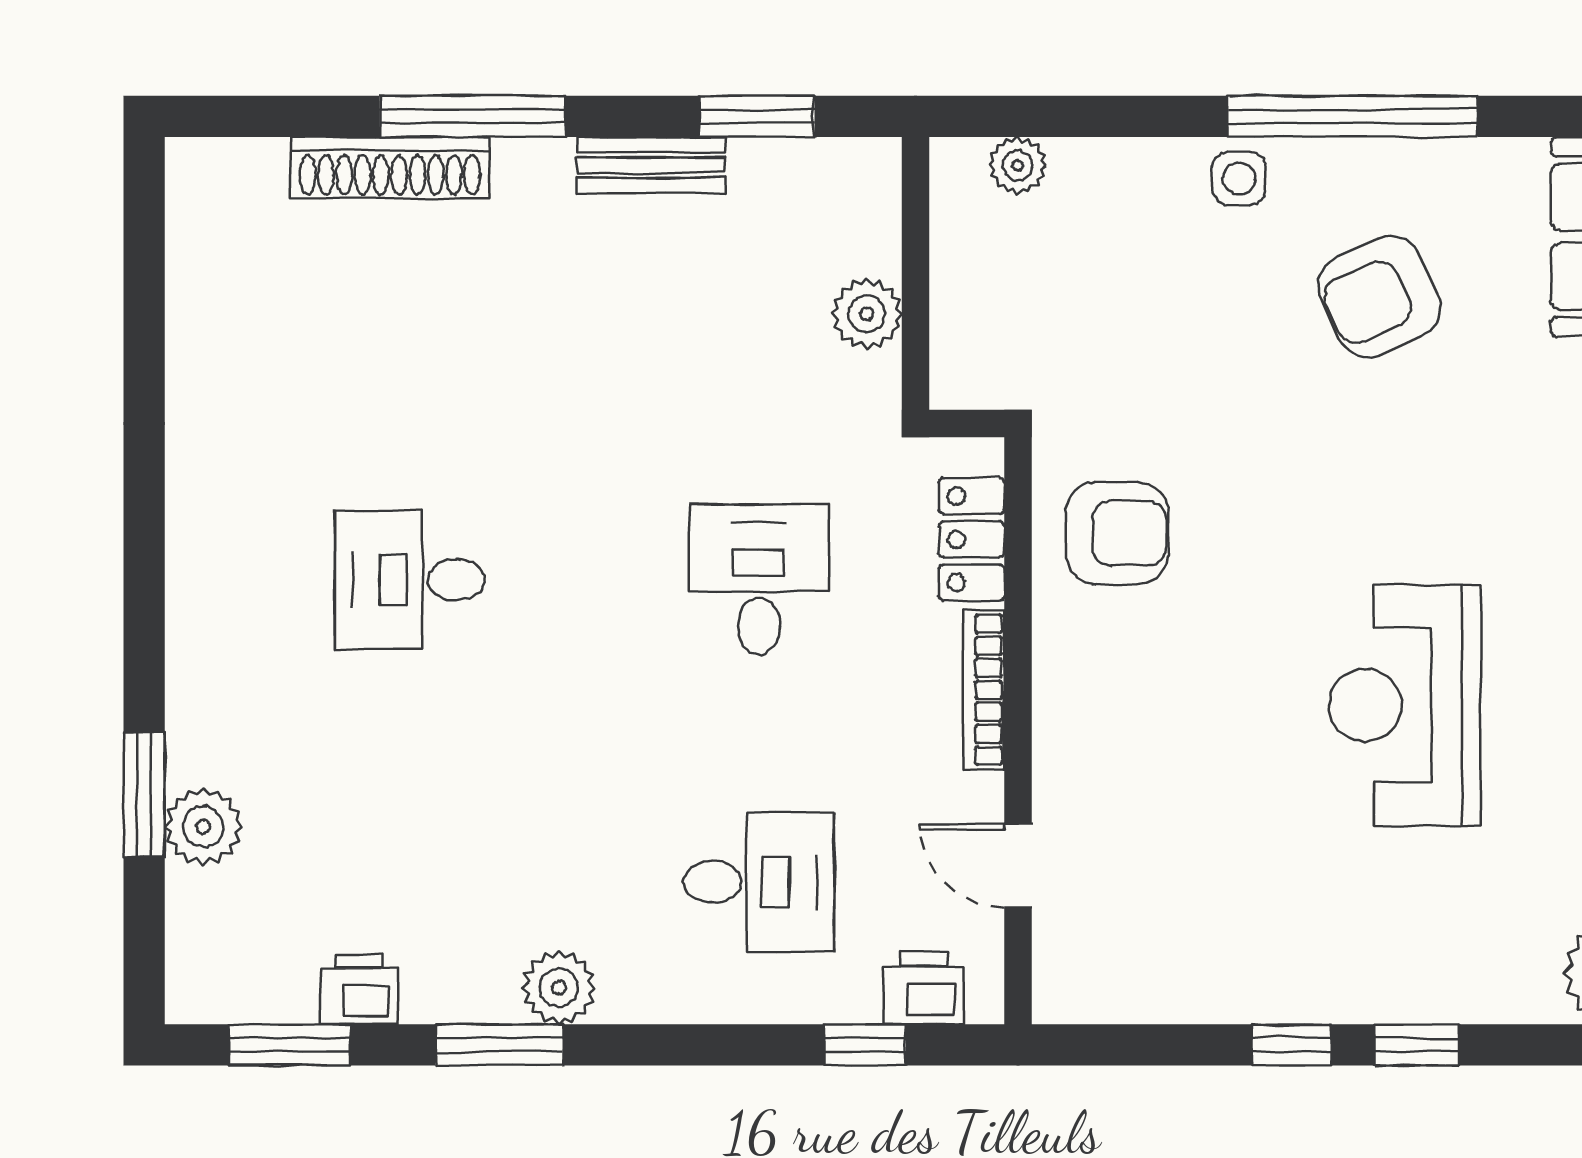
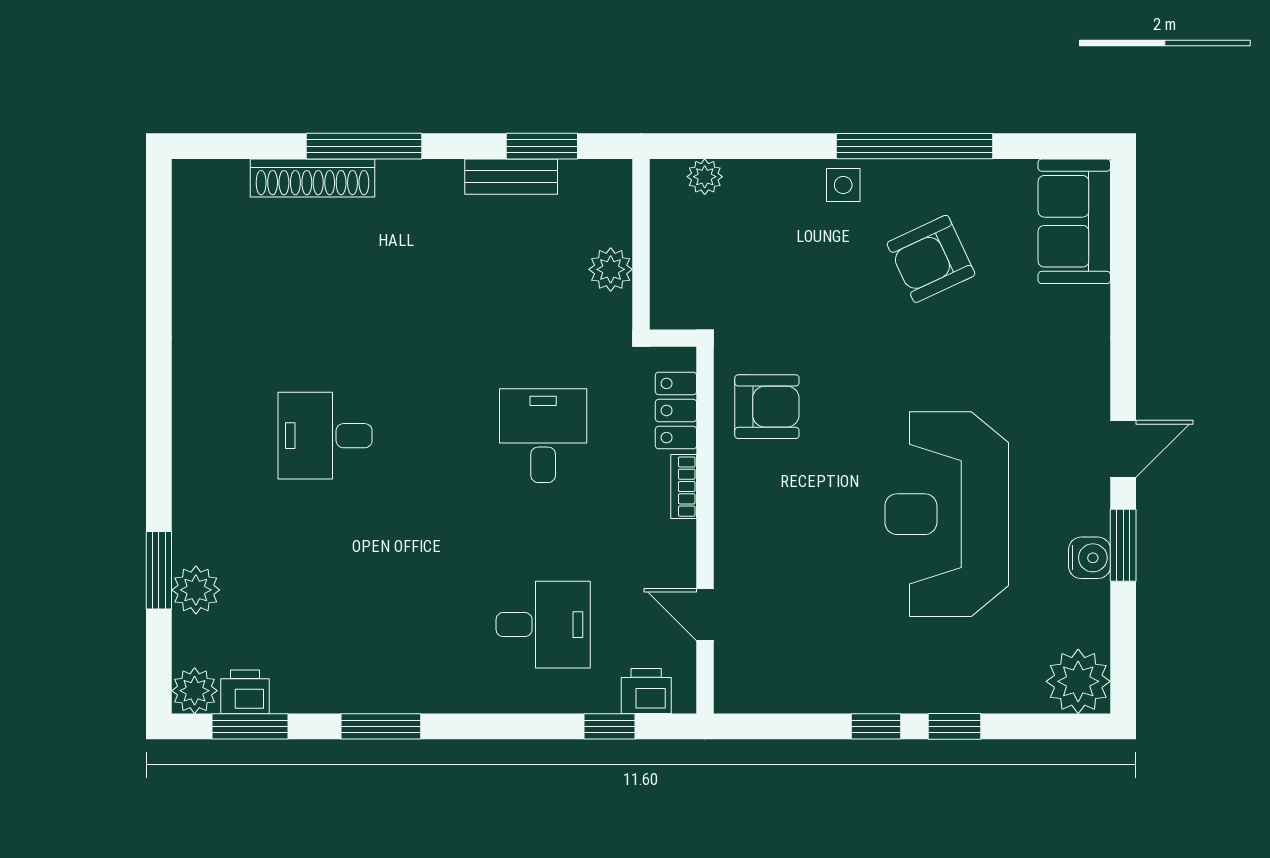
bench: (651, 165) -> (511, 177), moved
bookcase: (984, 690) -> (684, 487), width x0.64
reception desk: (1404, 705) -> (947, 514), width x1.36, depth x1.30
plant: (559, 988) -> (195, 691), moved
printer: (359, 989) -> (245, 692), moved

